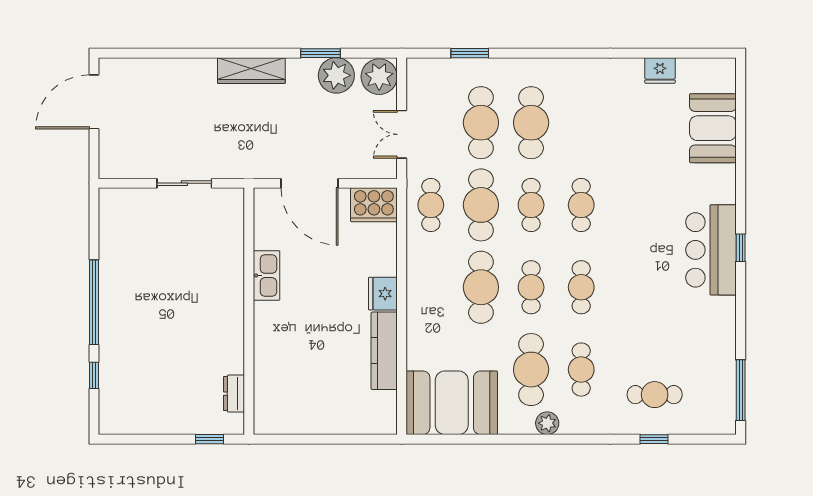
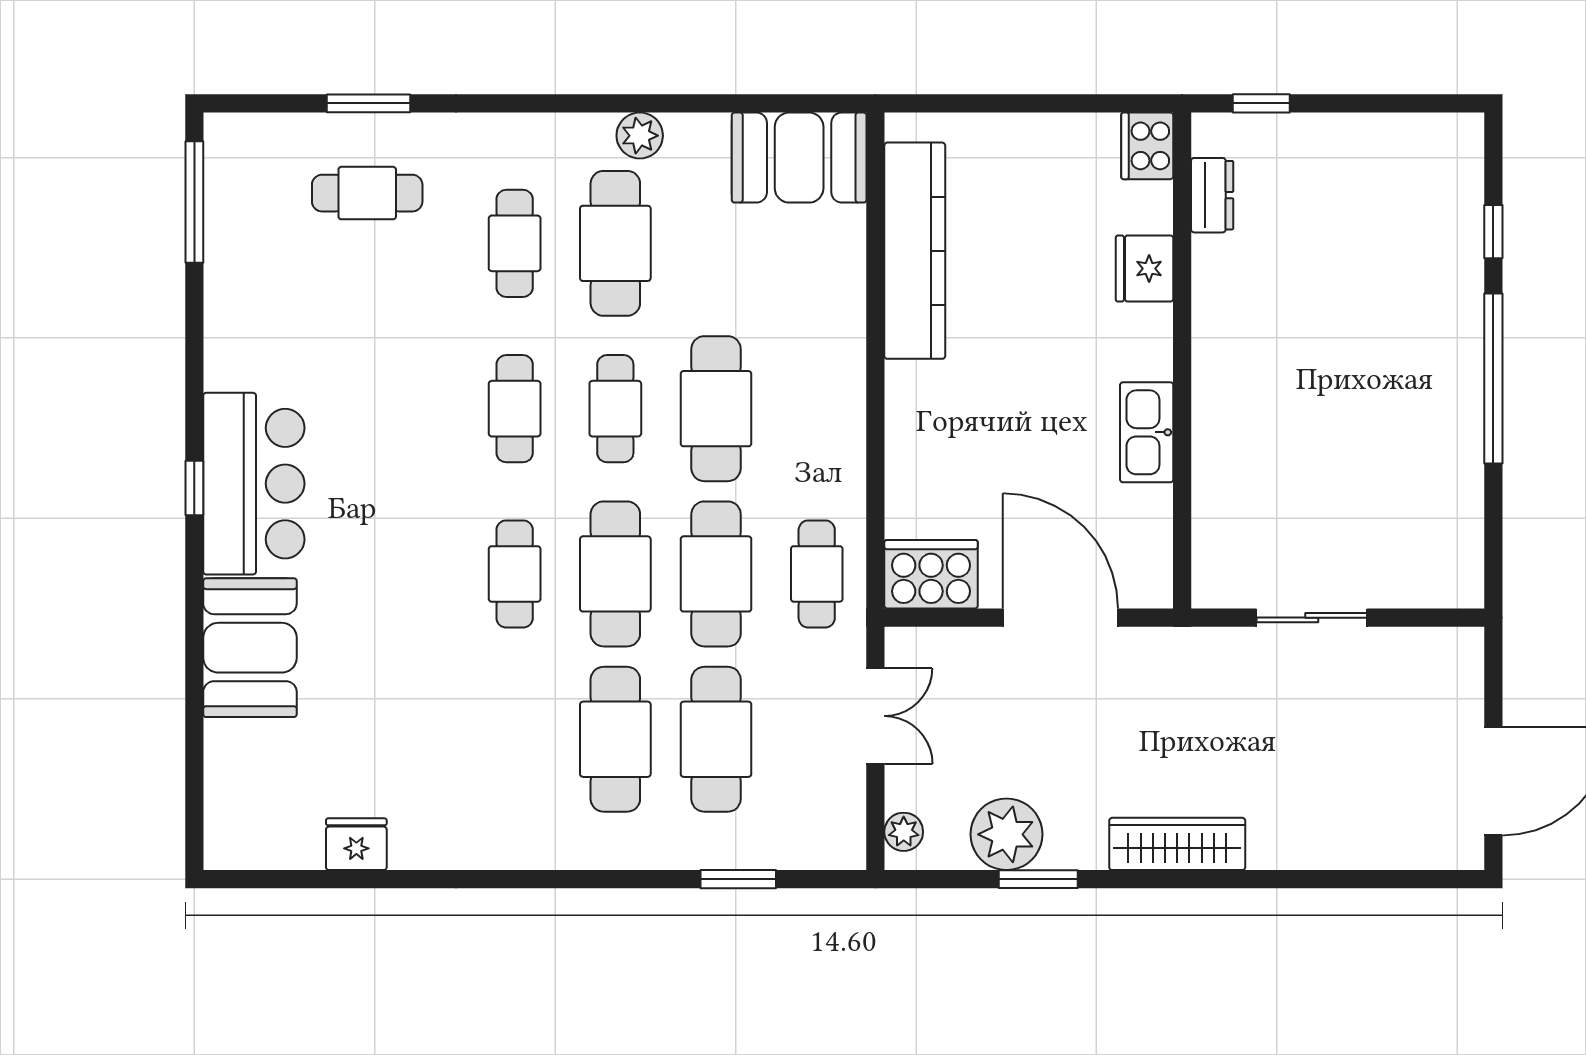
plant: (379, 77) -> (904, 832), width x0.53, depth x0.53
booth: (713, 128) -> (250, 648), moved
cafe table: (531, 205) -> (615, 574), width x1.37, depth x1.35
fridge: (383, 294) -> (1144, 269), moved, turned 180
kitchen counter: (384, 351) -> (915, 251), width x1.39, depth x1.17
booth: (452, 403) -> (799, 158), width x0.73, depth x0.70
cooker: (266, 418) -> (1147, 146), added
plant: (547, 423) -> (640, 136), moved
window: (654, 439) -> (368, 103), width x1.50

